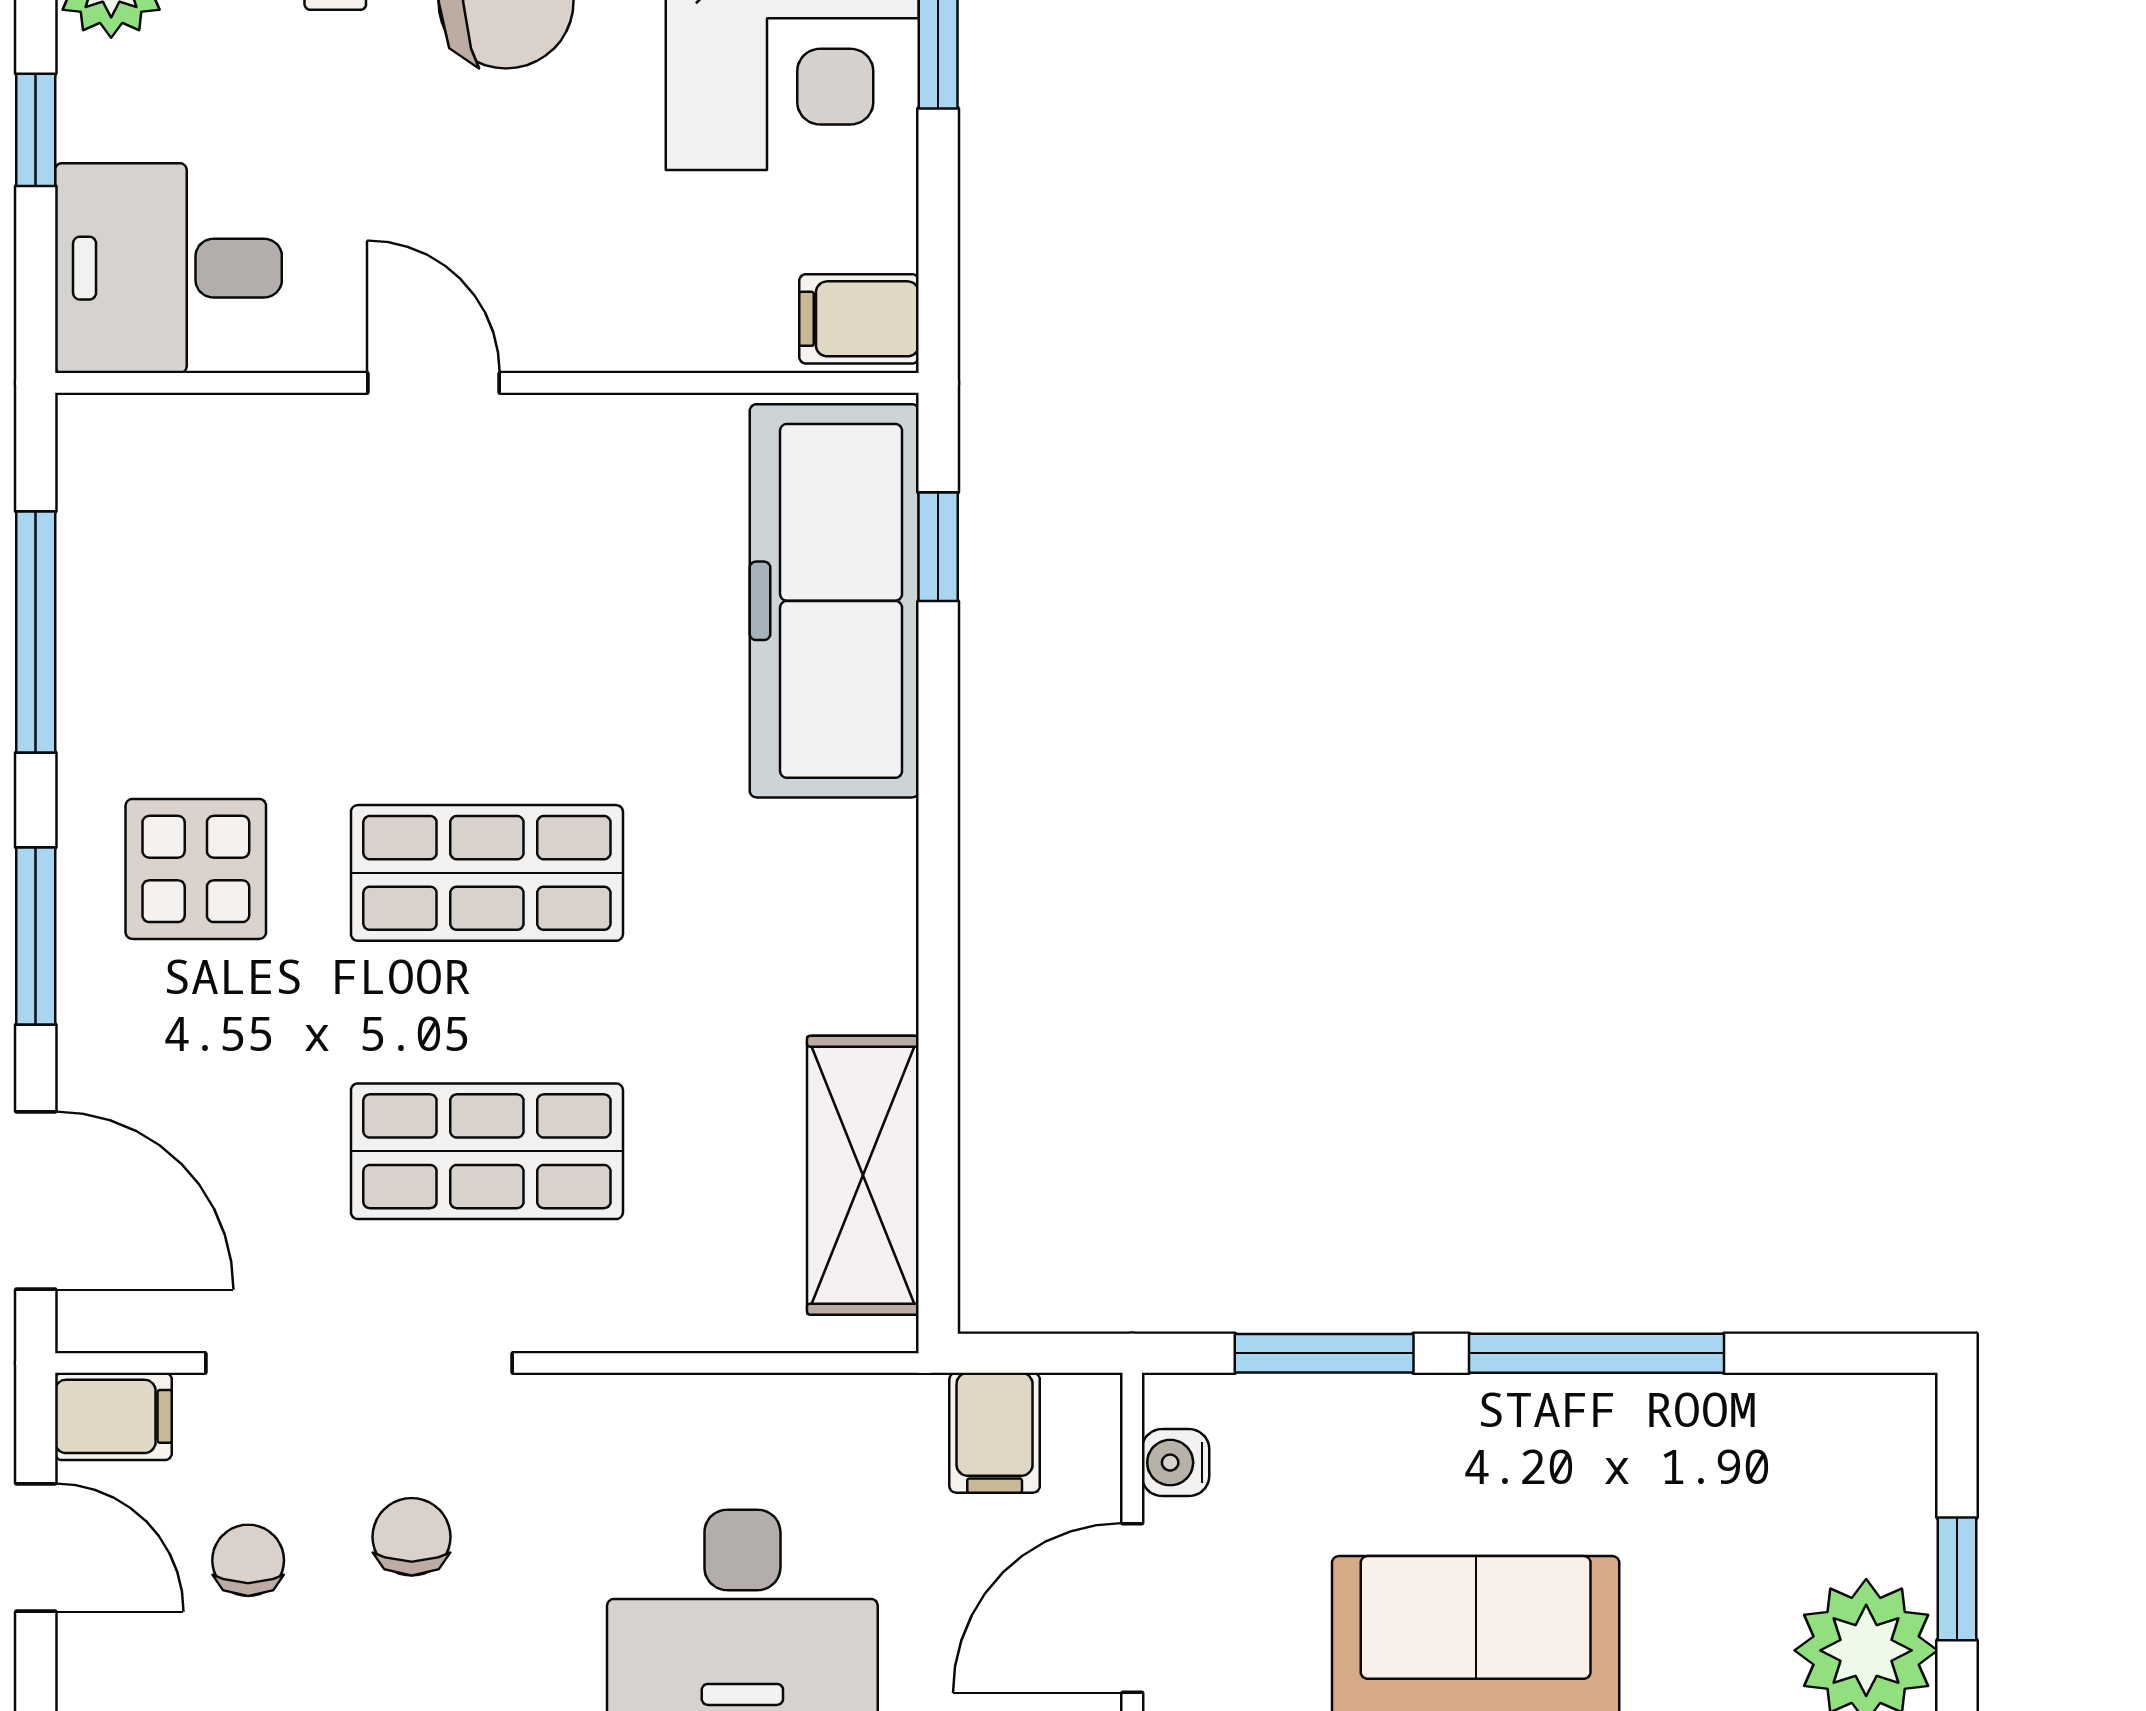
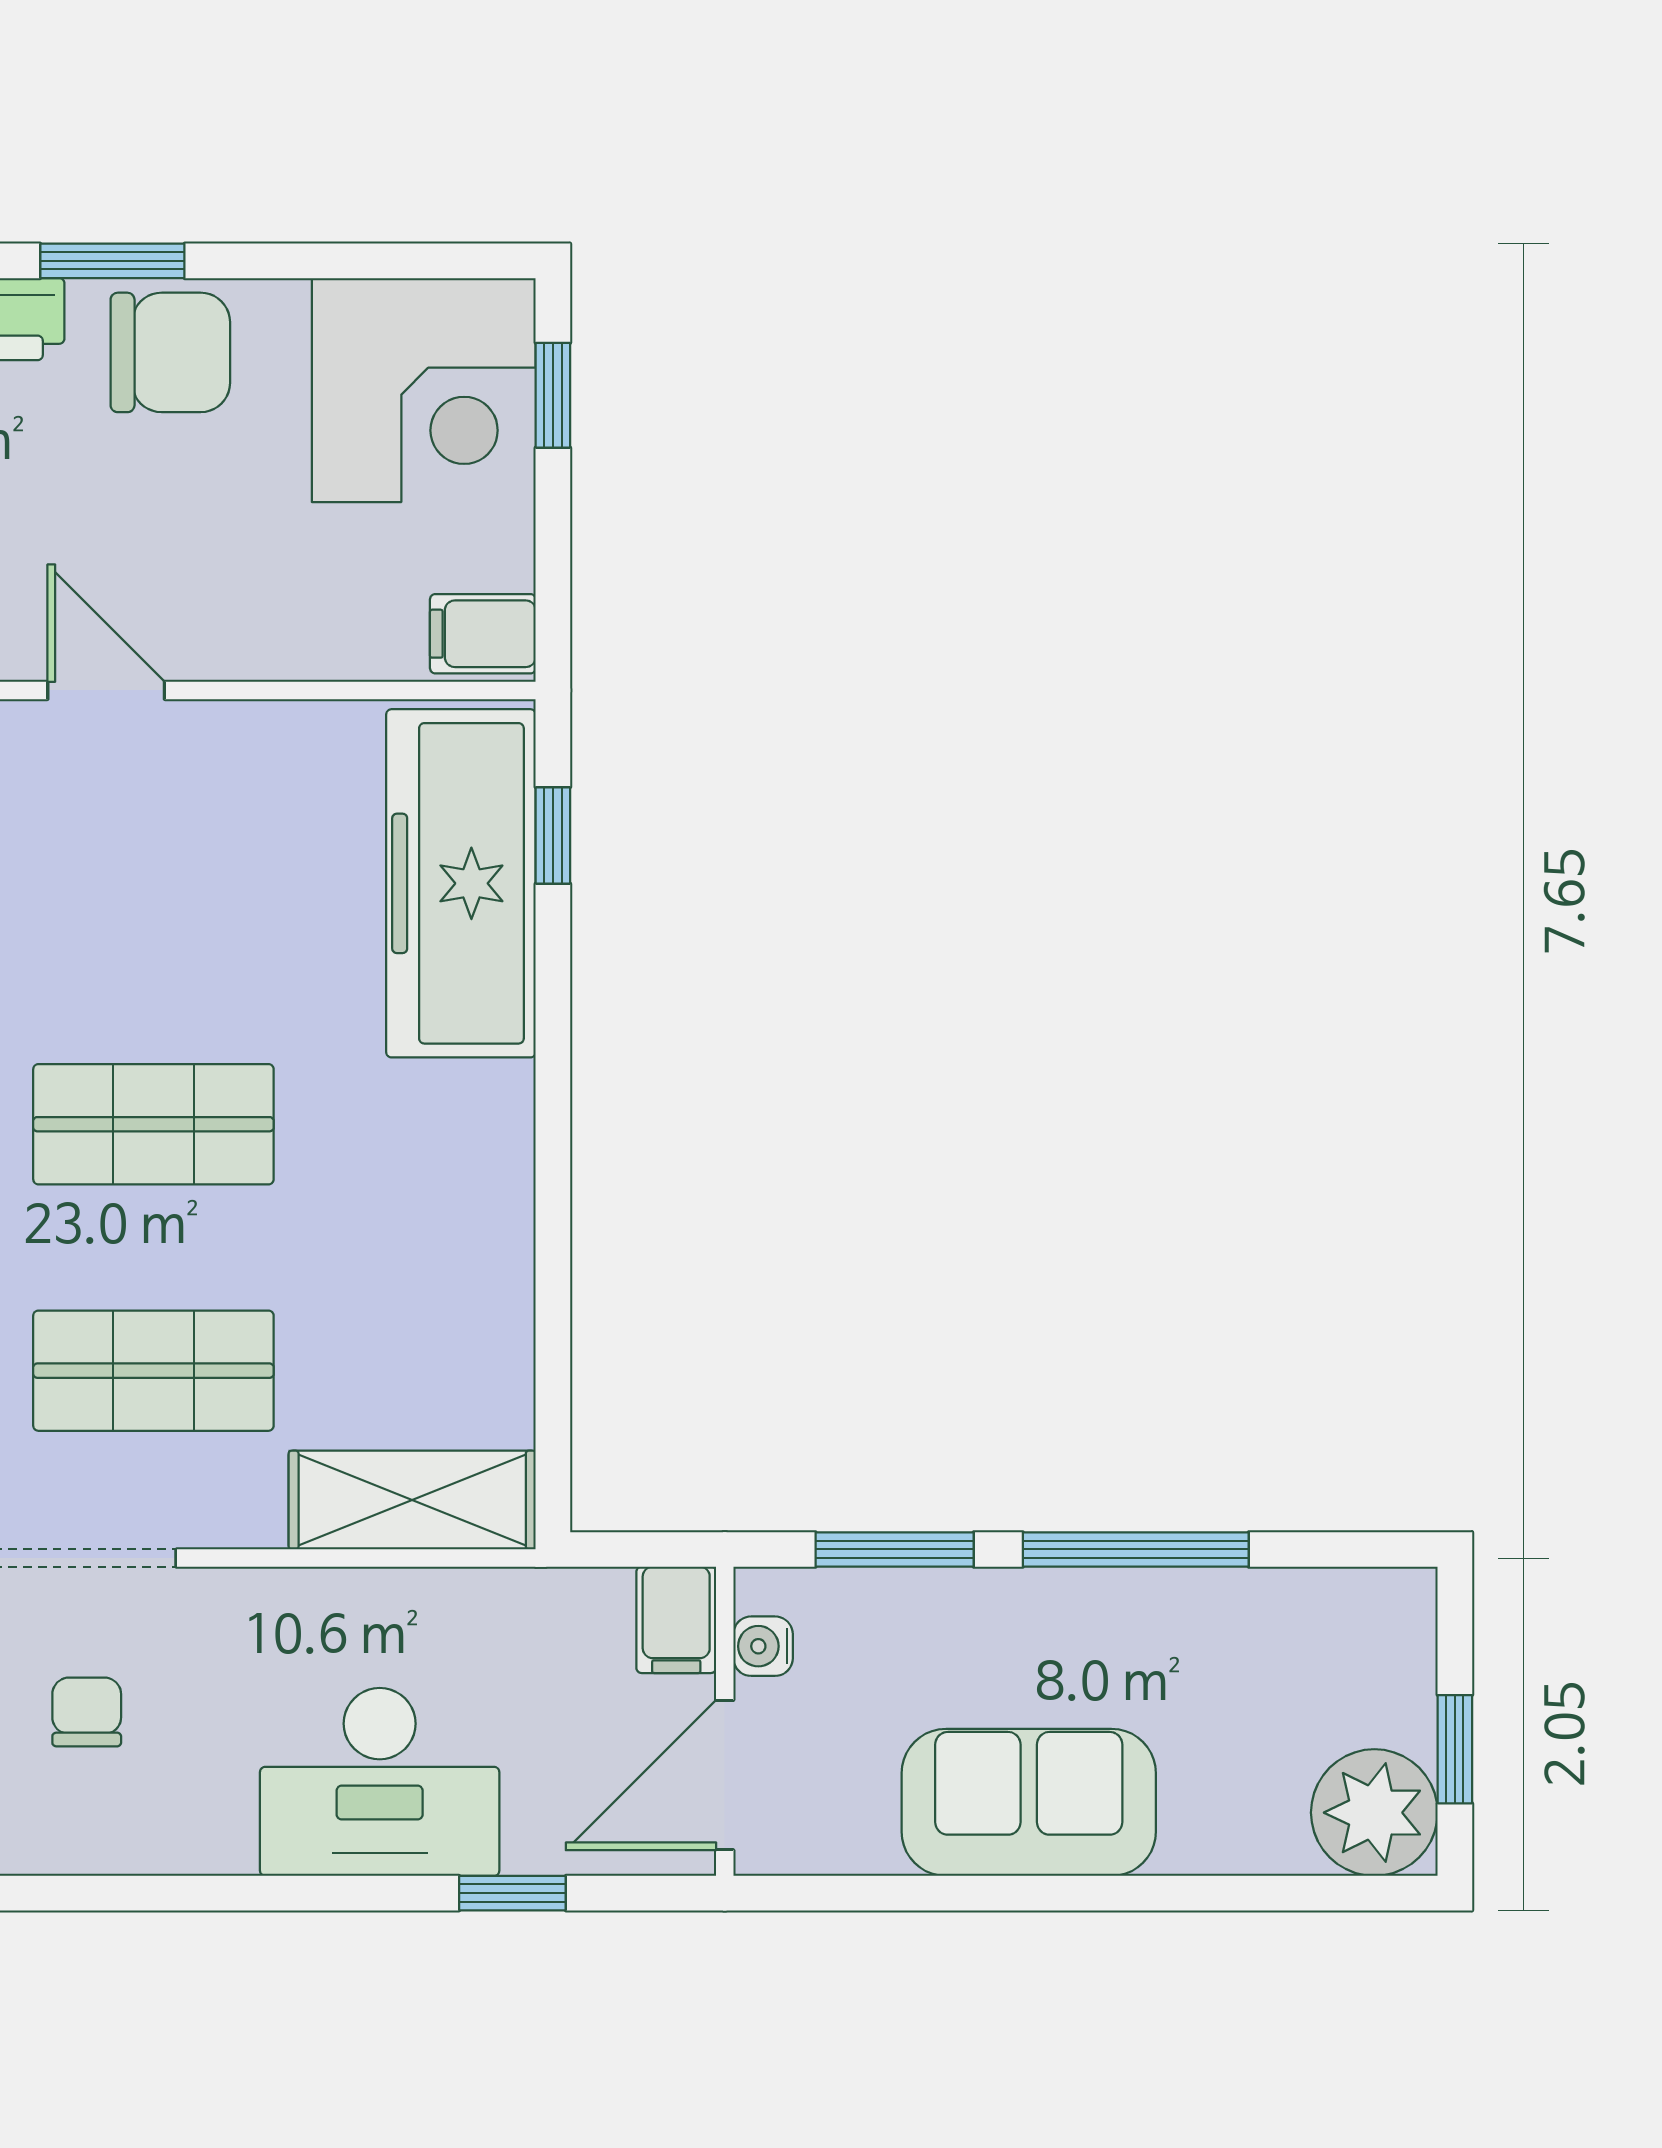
shelving: (863, 1175) -> (412, 1500), moved, turned 90
filing cabinet: (995, 1433) -> (676, 1620), moved

